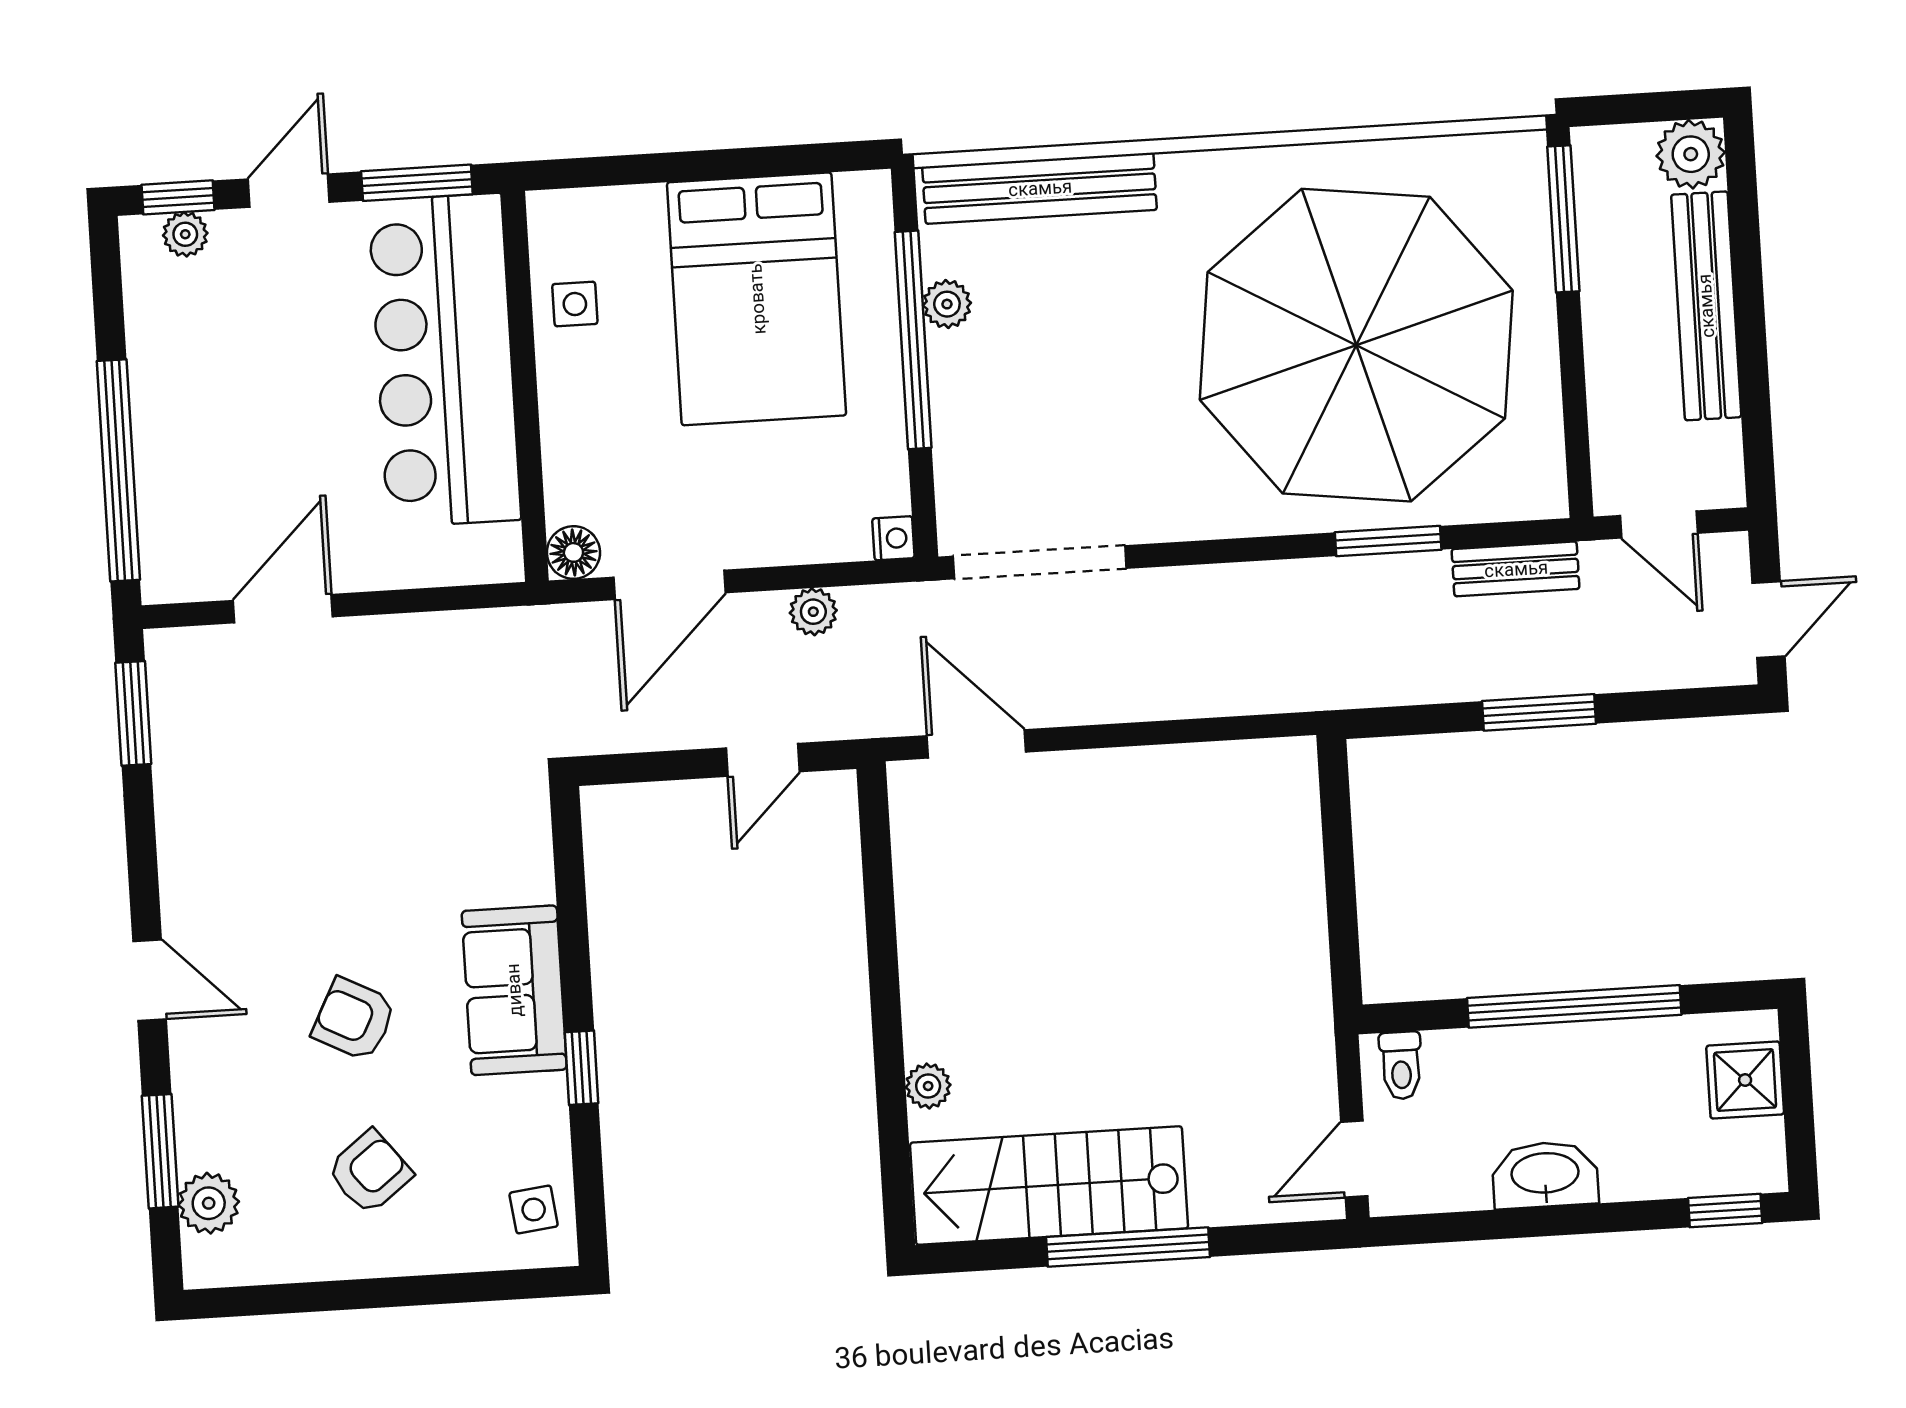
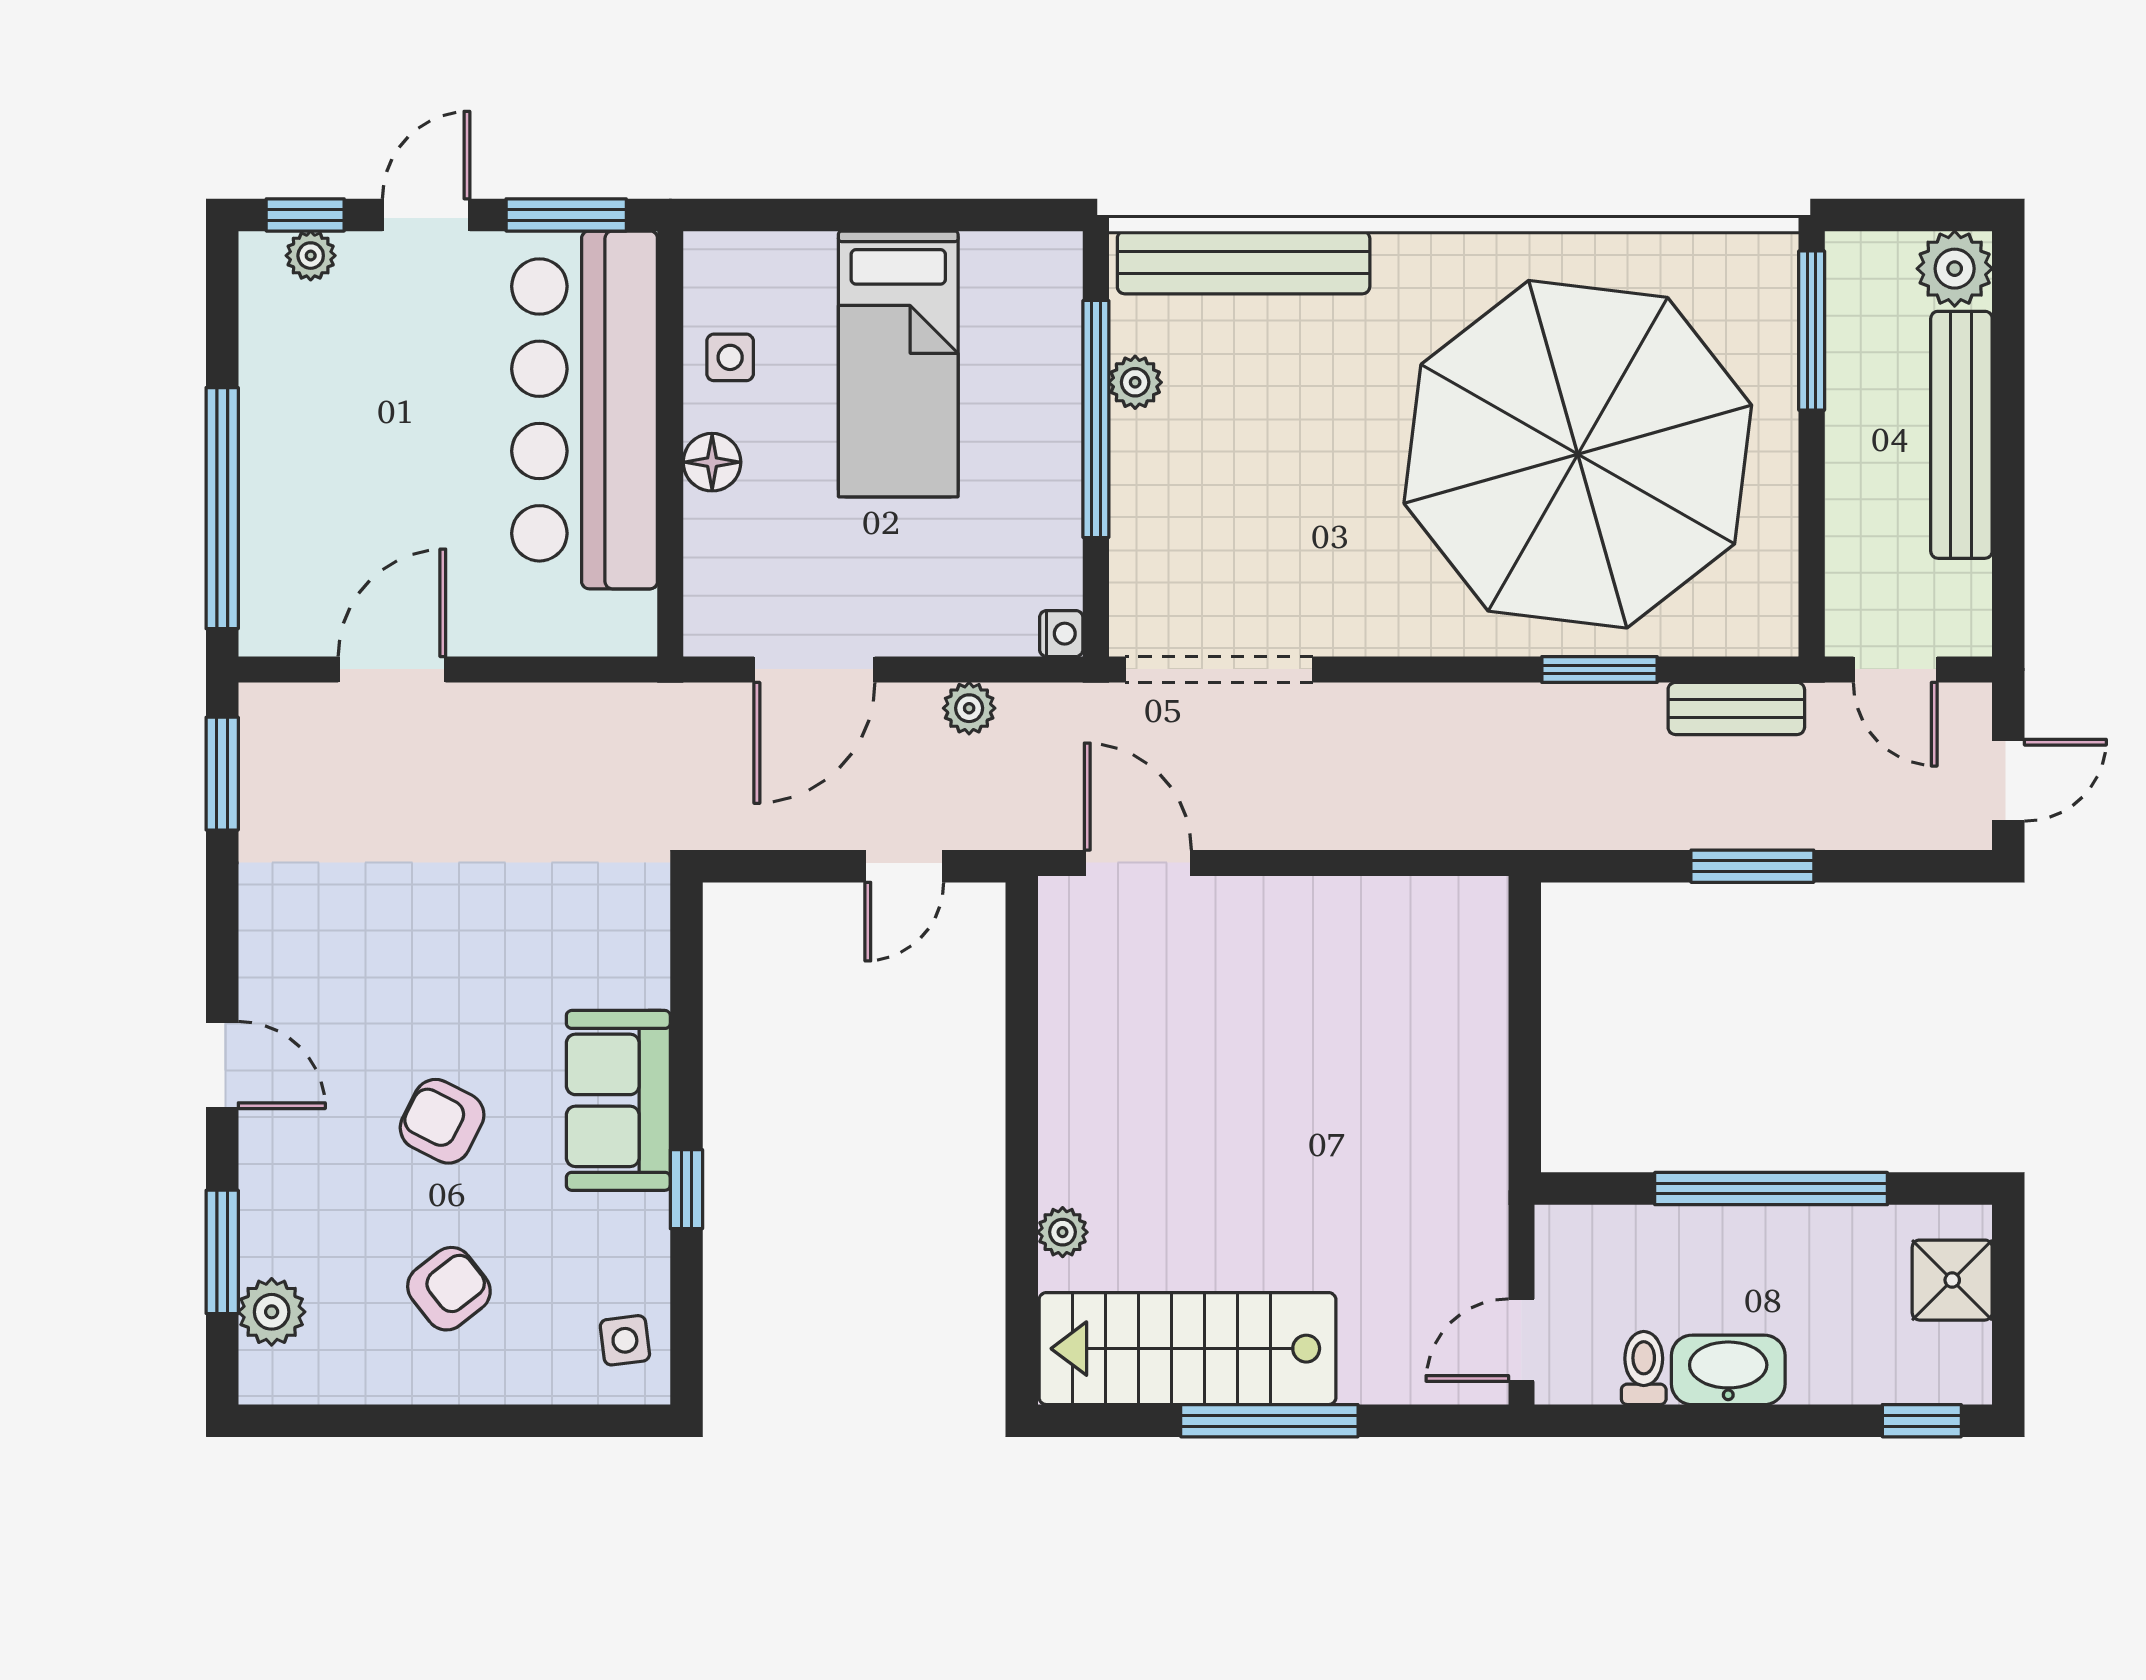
bed: (757, 299) -> (898, 364), width x0.67
floor lamp: (573, 552) -> (712, 462), moved
toilet: (1401, 1065) -> (1644, 1368), moved, turned 180

